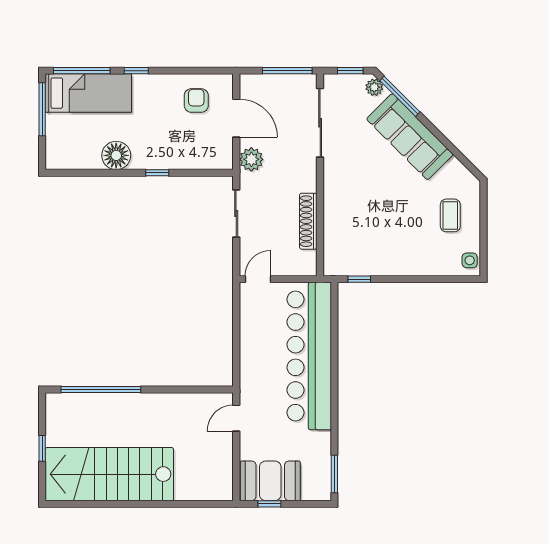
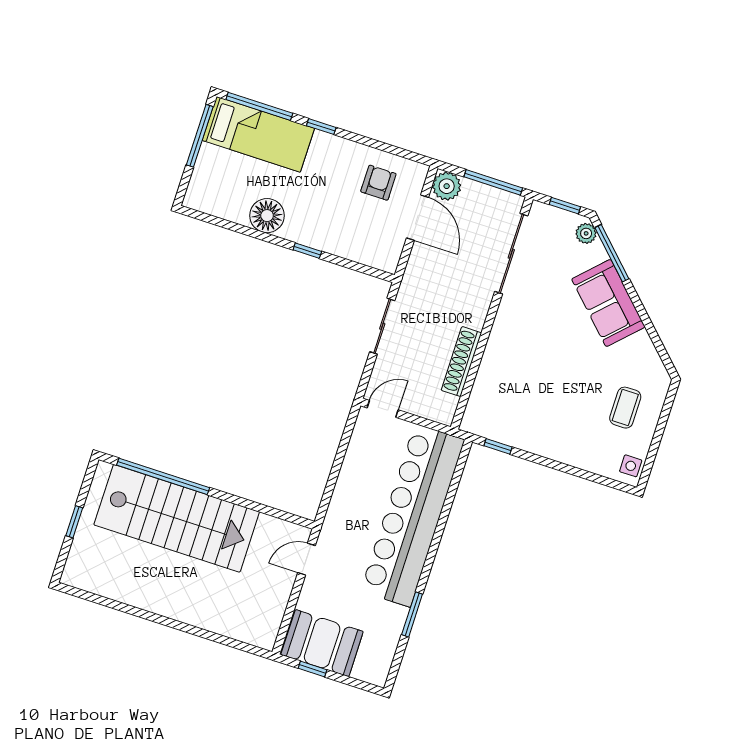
sofa: (410, 137) -> (608, 303), width x0.73
plant: (251, 159) -> (447, 186), moved
stairs: (109, 474) -> (177, 518), moved, turned 180
window: (334, 474) -> (412, 614), moved

